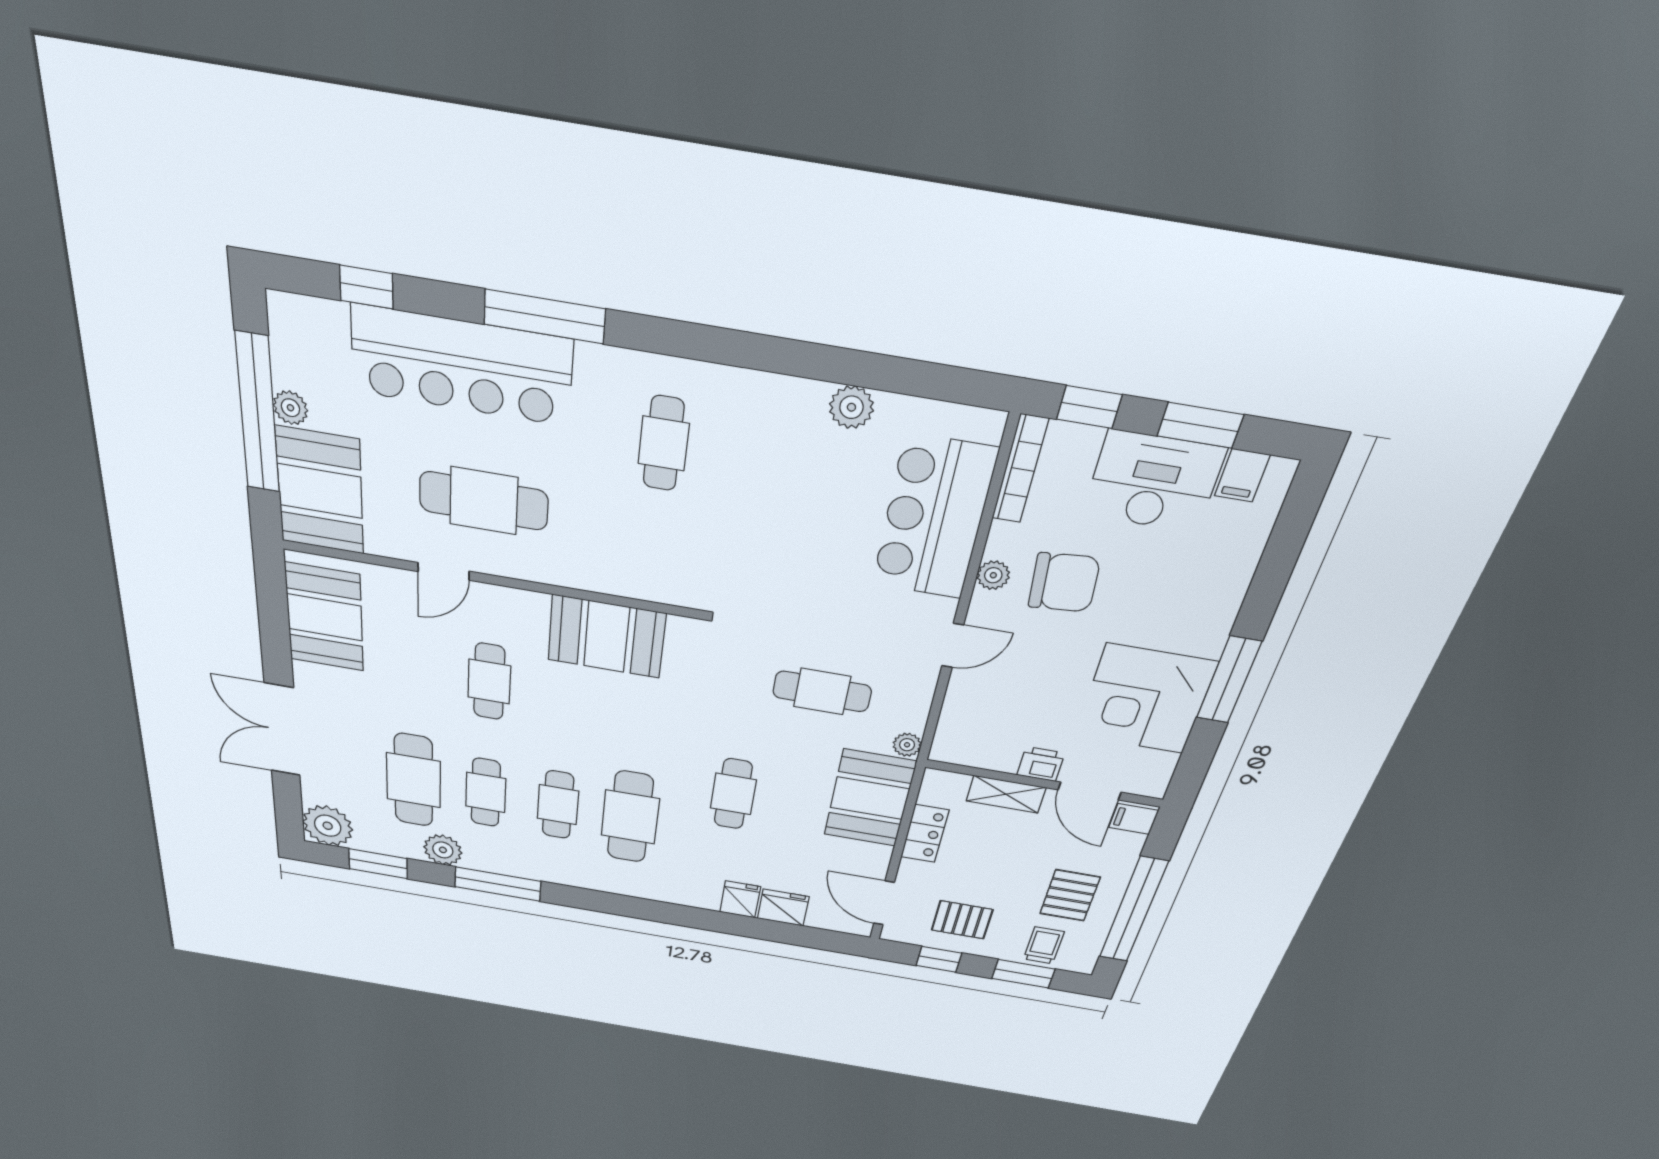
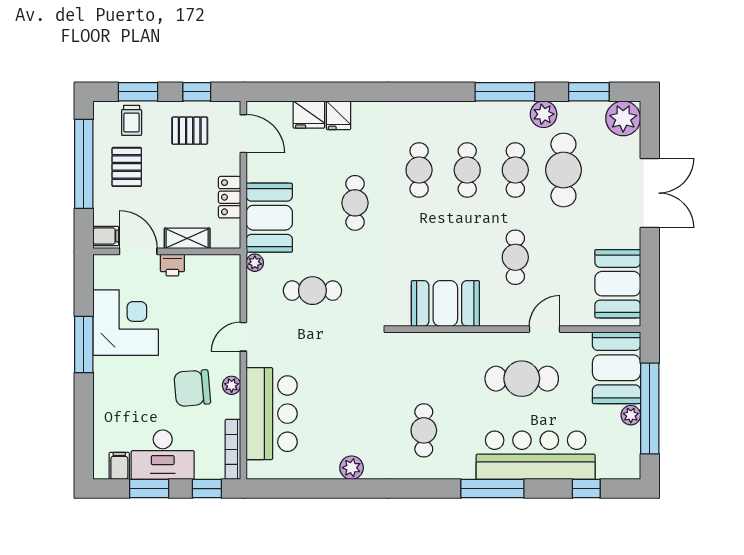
plant: (851, 407) -> (352, 468), moved
cafe table: (630, 817) -> (419, 170), width x0.73, depth x0.74

